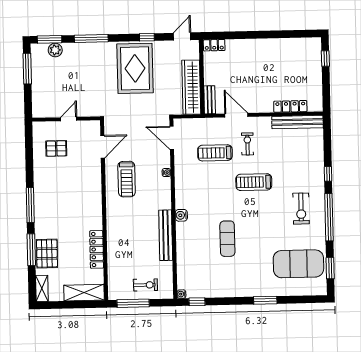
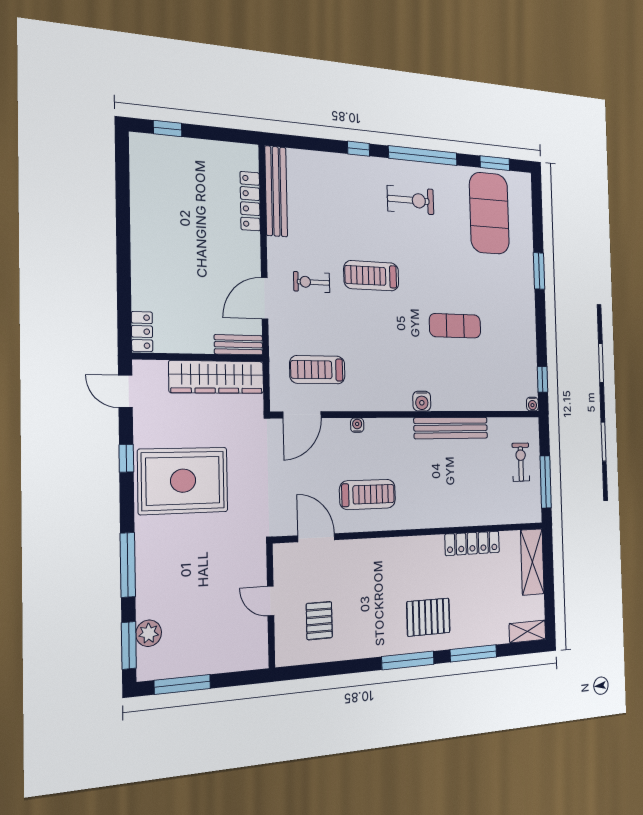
treadmill: (215, 153) -> (317, 370), moved, turned 90
treadmill: (254, 182) -> (371, 276), turned 90
pallet: (47, 254) -> (428, 617), moved

